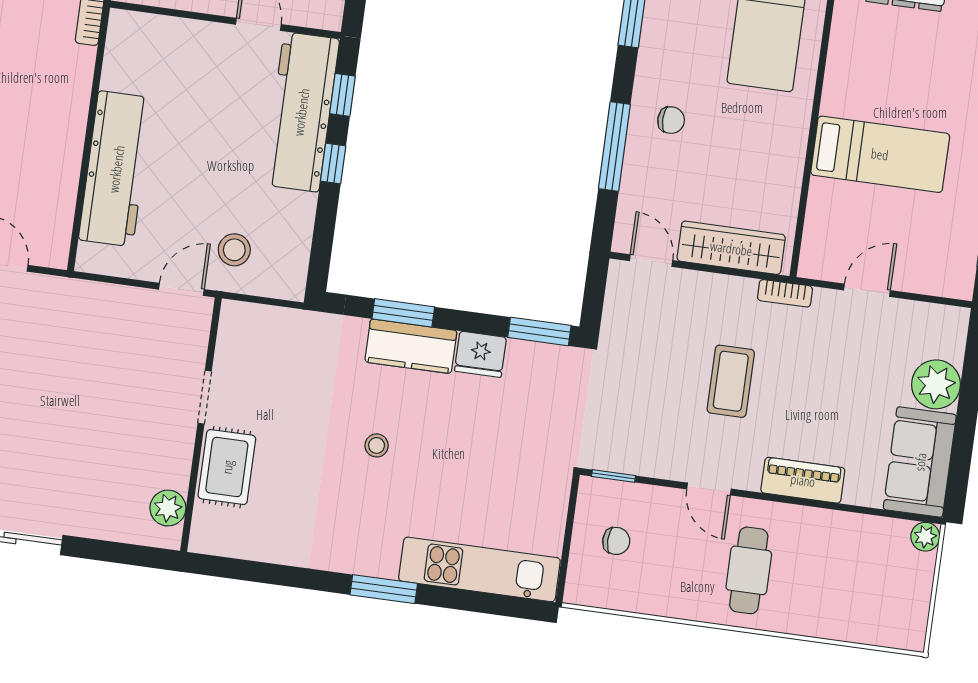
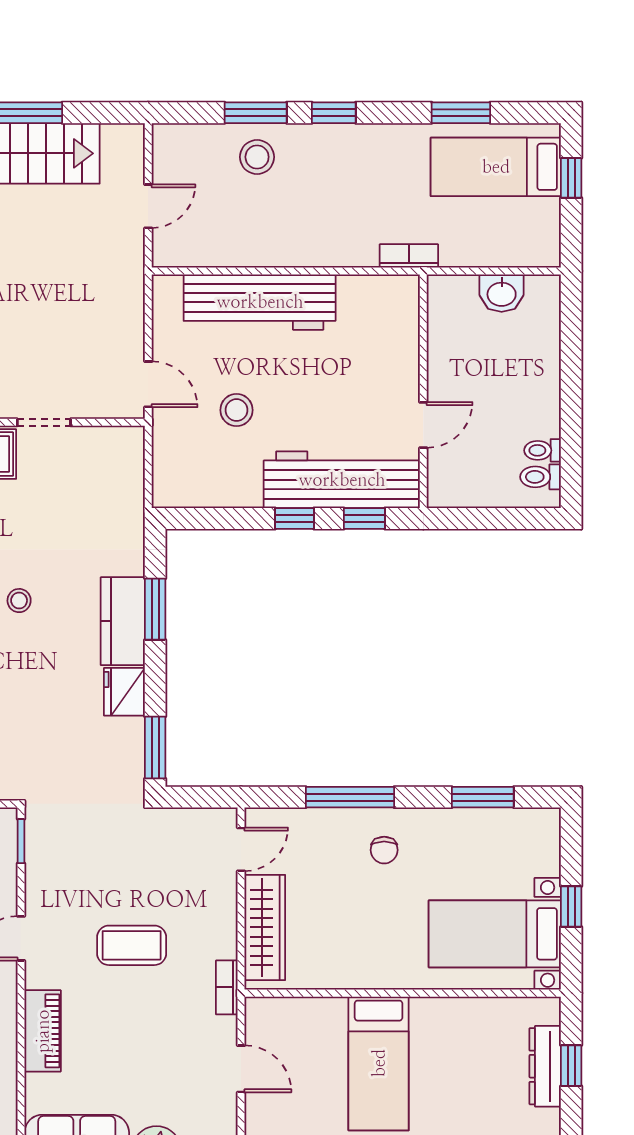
stool: (234, 250) -> (237, 410), moved

